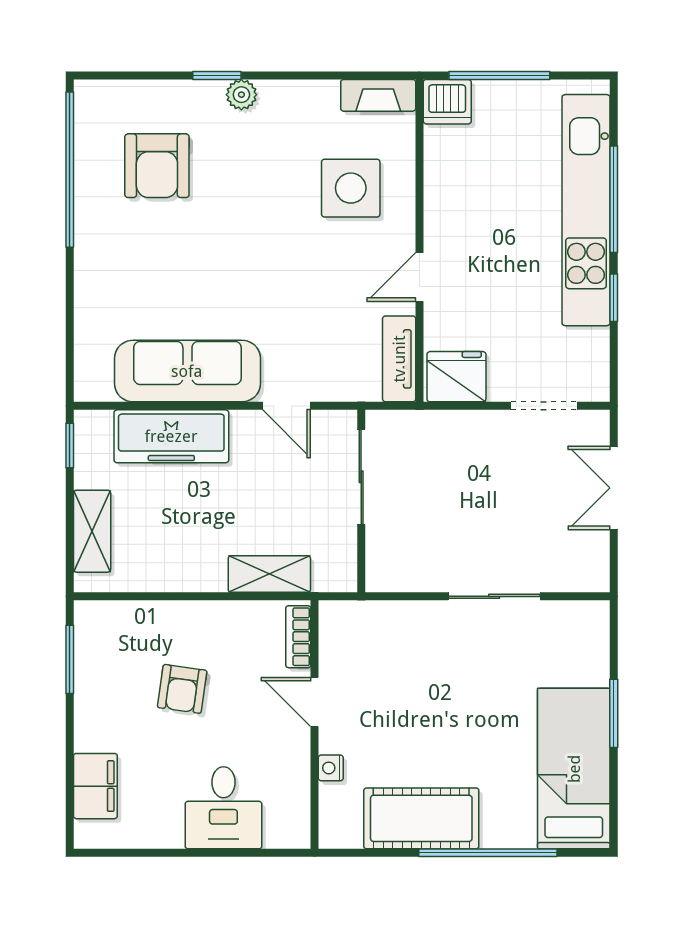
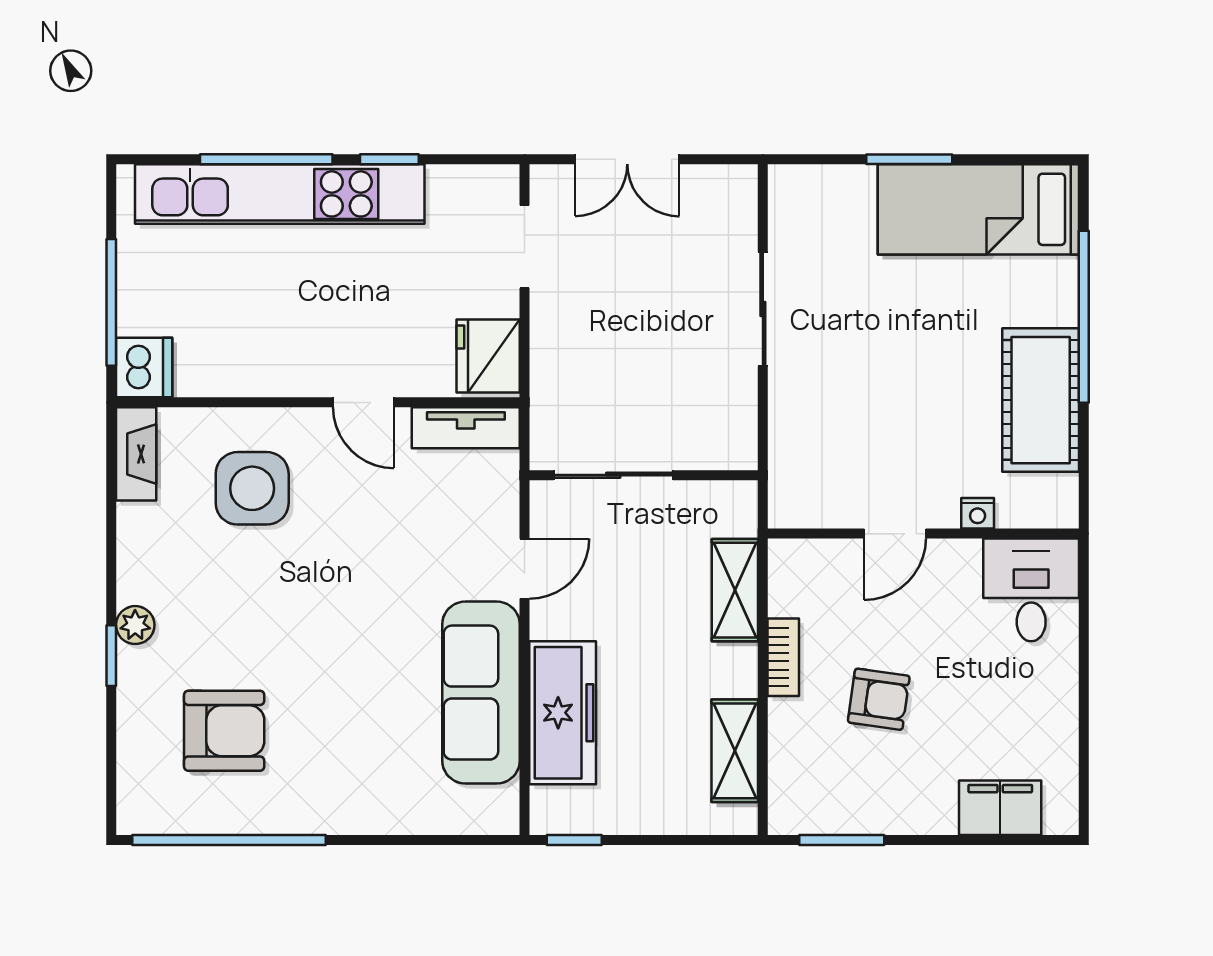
shelving: (92, 531) -> (735, 751), moved, turned 90
bookcase: (298, 637) -> (783, 657), moved, turned -90
desk: (223, 808) -> (1031, 590), moved, turned -90

